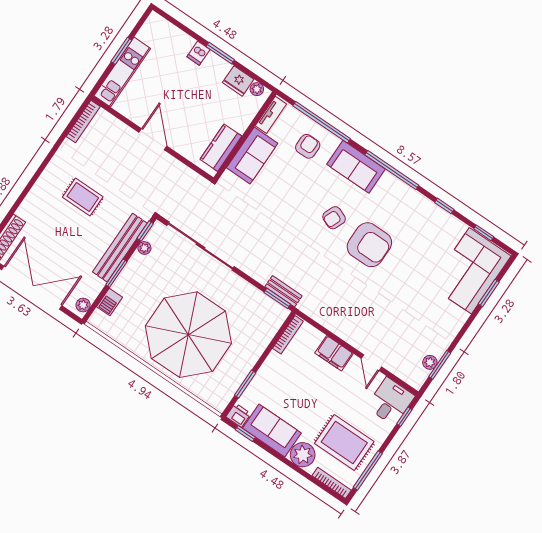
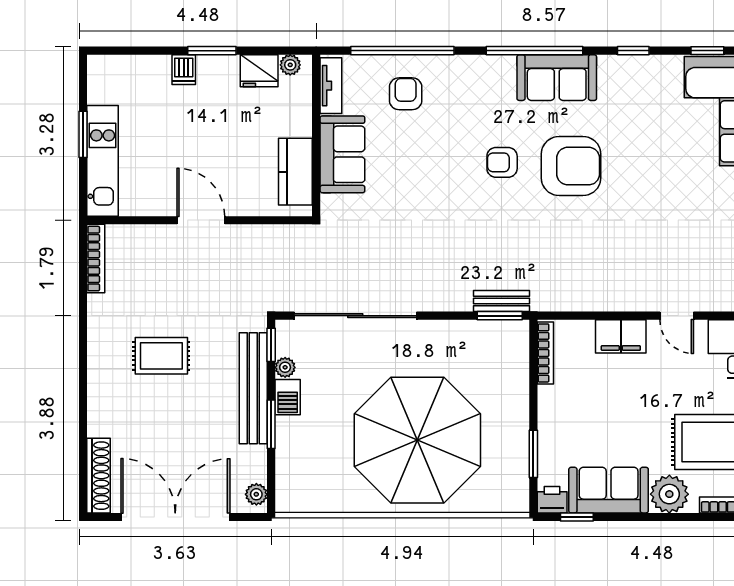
sofa: (356, 167) -> (557, 78), moved
armchair: (334, 218) -> (502, 162), turned 68
barbecue: (110, 302) -> (288, 397), moved

